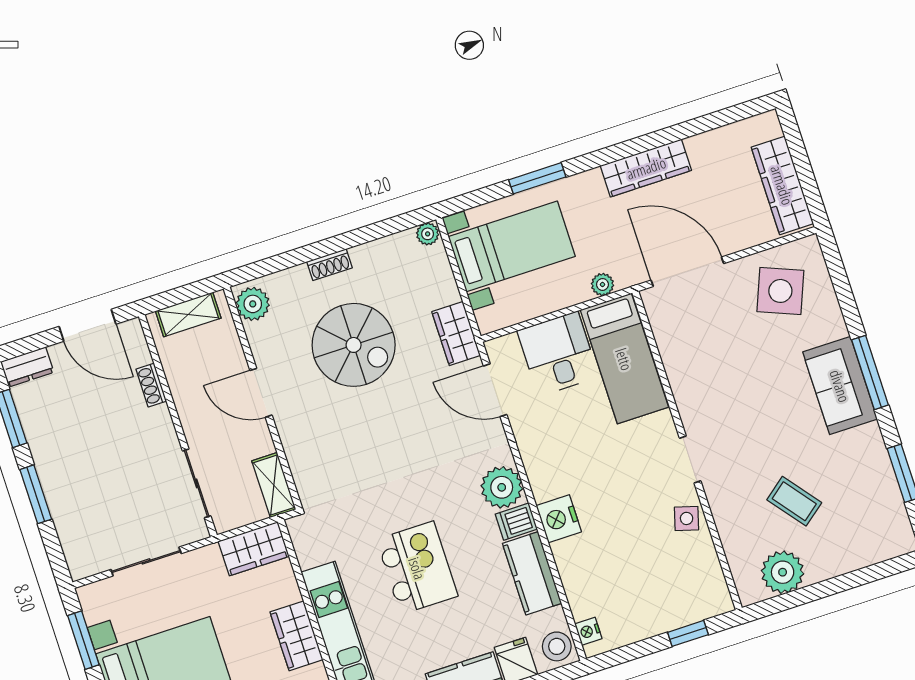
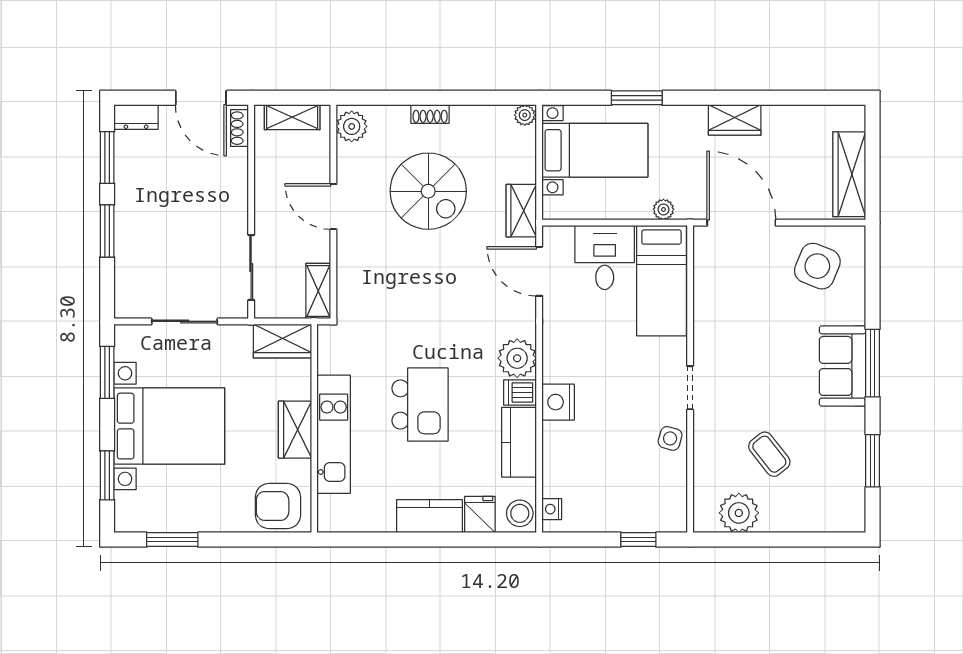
wardrobe: (646, 168) -> (735, 120), width x0.67
shoe rack: (151, 385) -> (239, 128), moved

